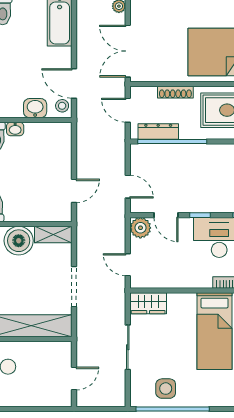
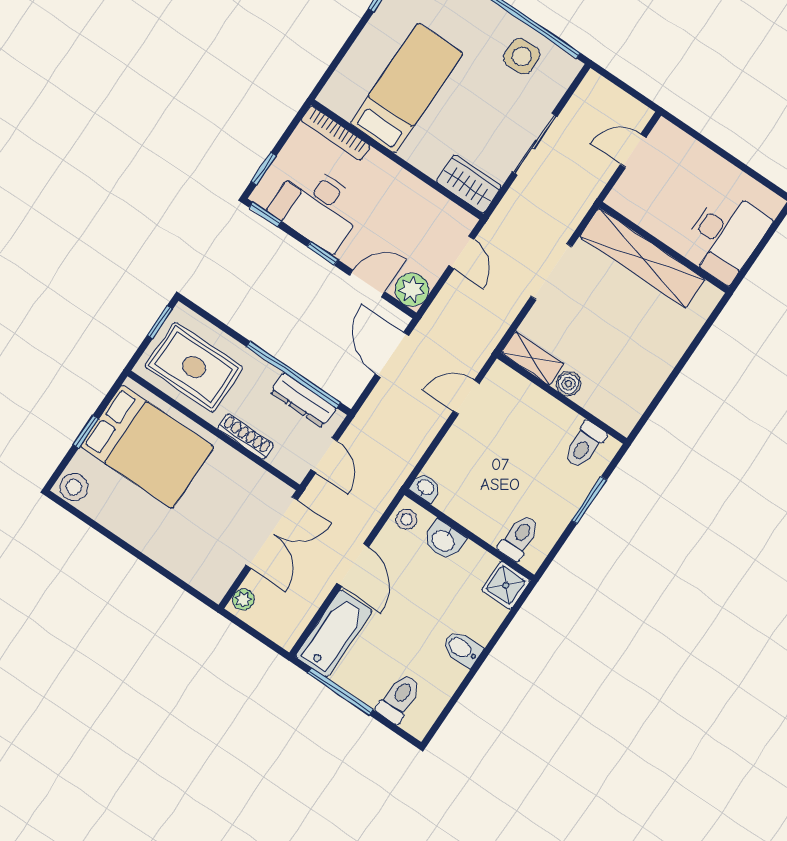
door: (74, 83) -> (353, 565), moved
washbasin: (15, 129) -> (425, 488), moved
door: (128, 187) -> (392, 355), width x1.38
door: (166, 215) -> (367, 283), hinge flipped
boiler: (19, 241) -> (568, 384), width x0.54, depth x0.54

